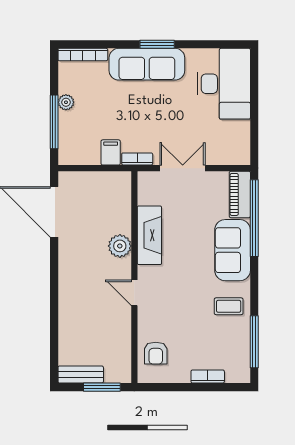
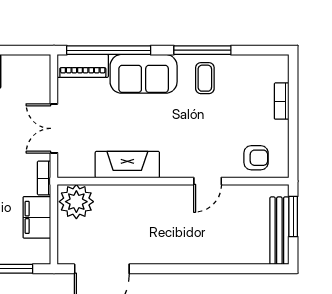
filing cabinet: (111, 152) -> (37, 217), width x2.00
plant: (120, 246) -> (76, 202), moved, width x1.36, depth x1.36
door: (134, 293) -> (208, 181), moved
window: (254, 342) -> (202, 50), moved
bench: (81, 374) -> (279, 231), width x1.36

